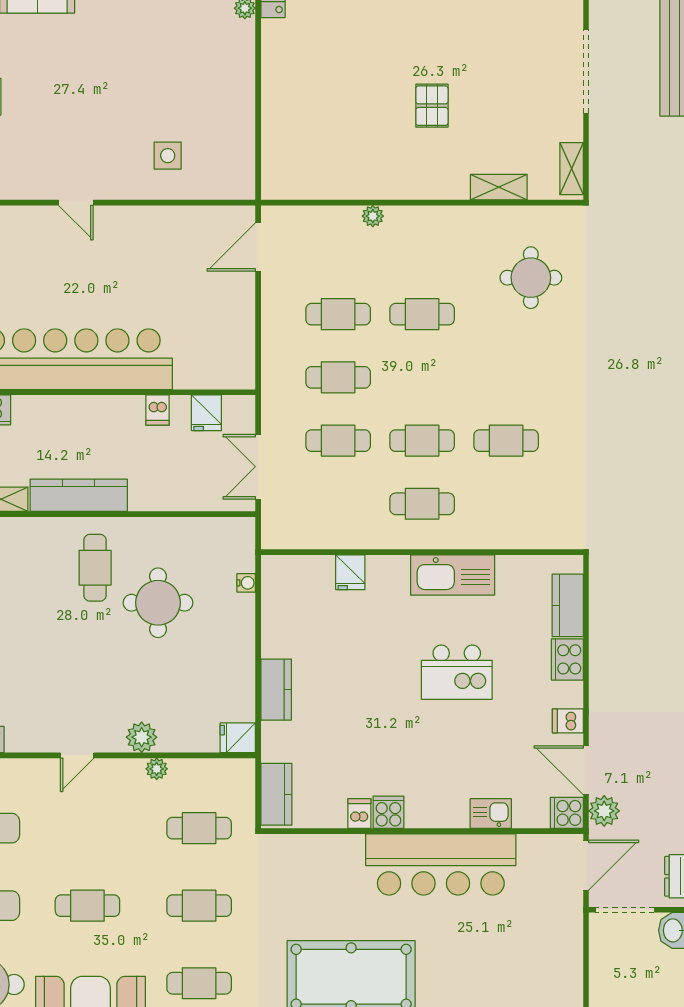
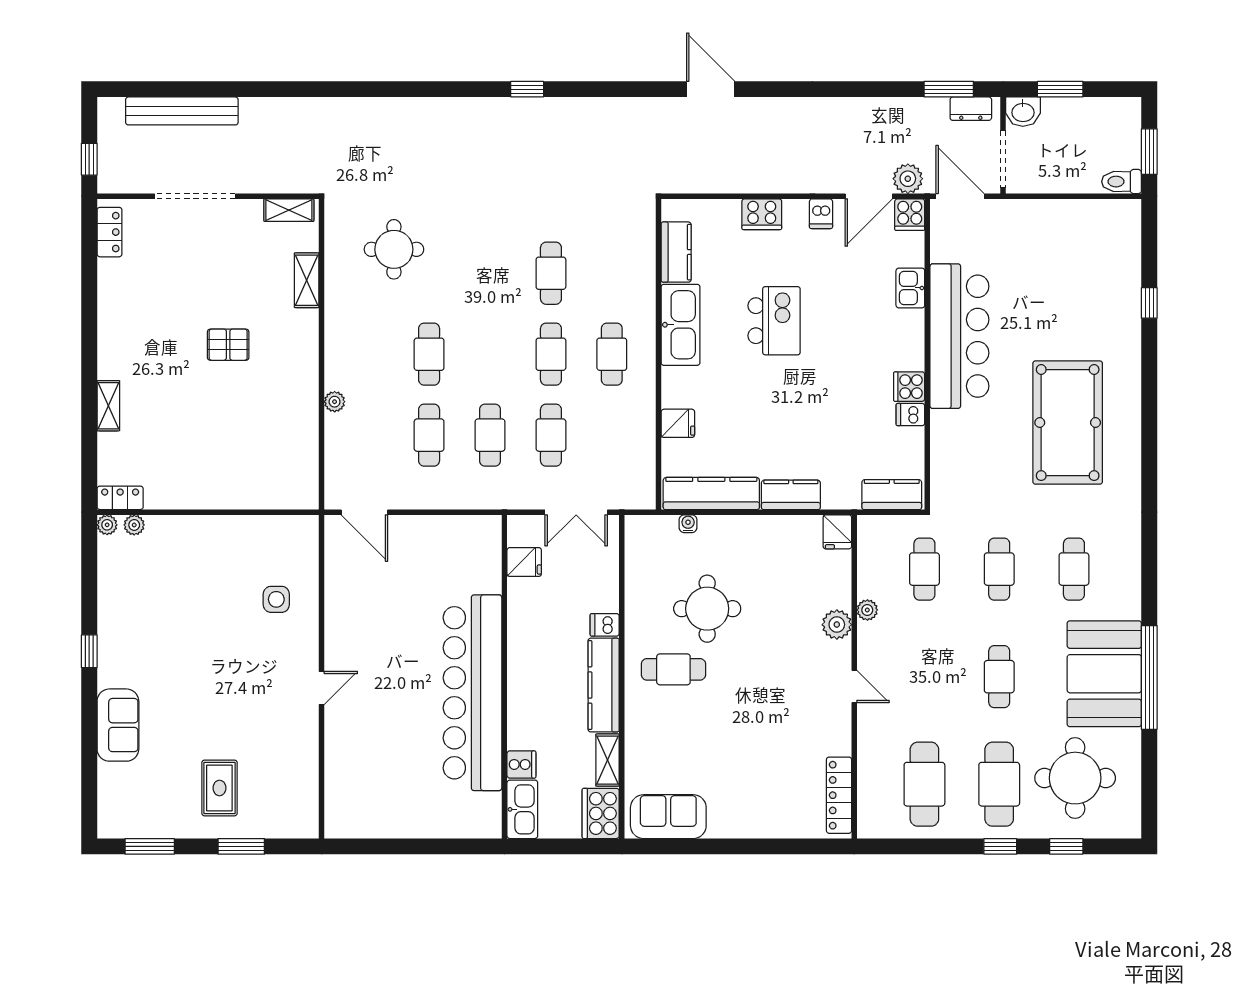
dishwasher: (157, 410) -> (605, 625), moved, turned 180
kitchen counter: (568, 605) -> (676, 252), moved, turned -90
kitchen counter: (277, 607) -> (711, 494), added

